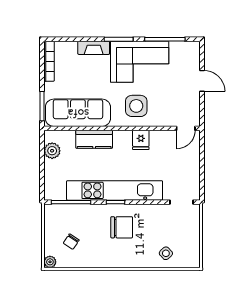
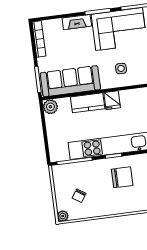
side table: (136, 106) -> (121, 68), width x0.54, depth x0.54
fridge: (141, 140) -> (112, 100), moved
plant: (52, 151) -> (50, 107), moved

